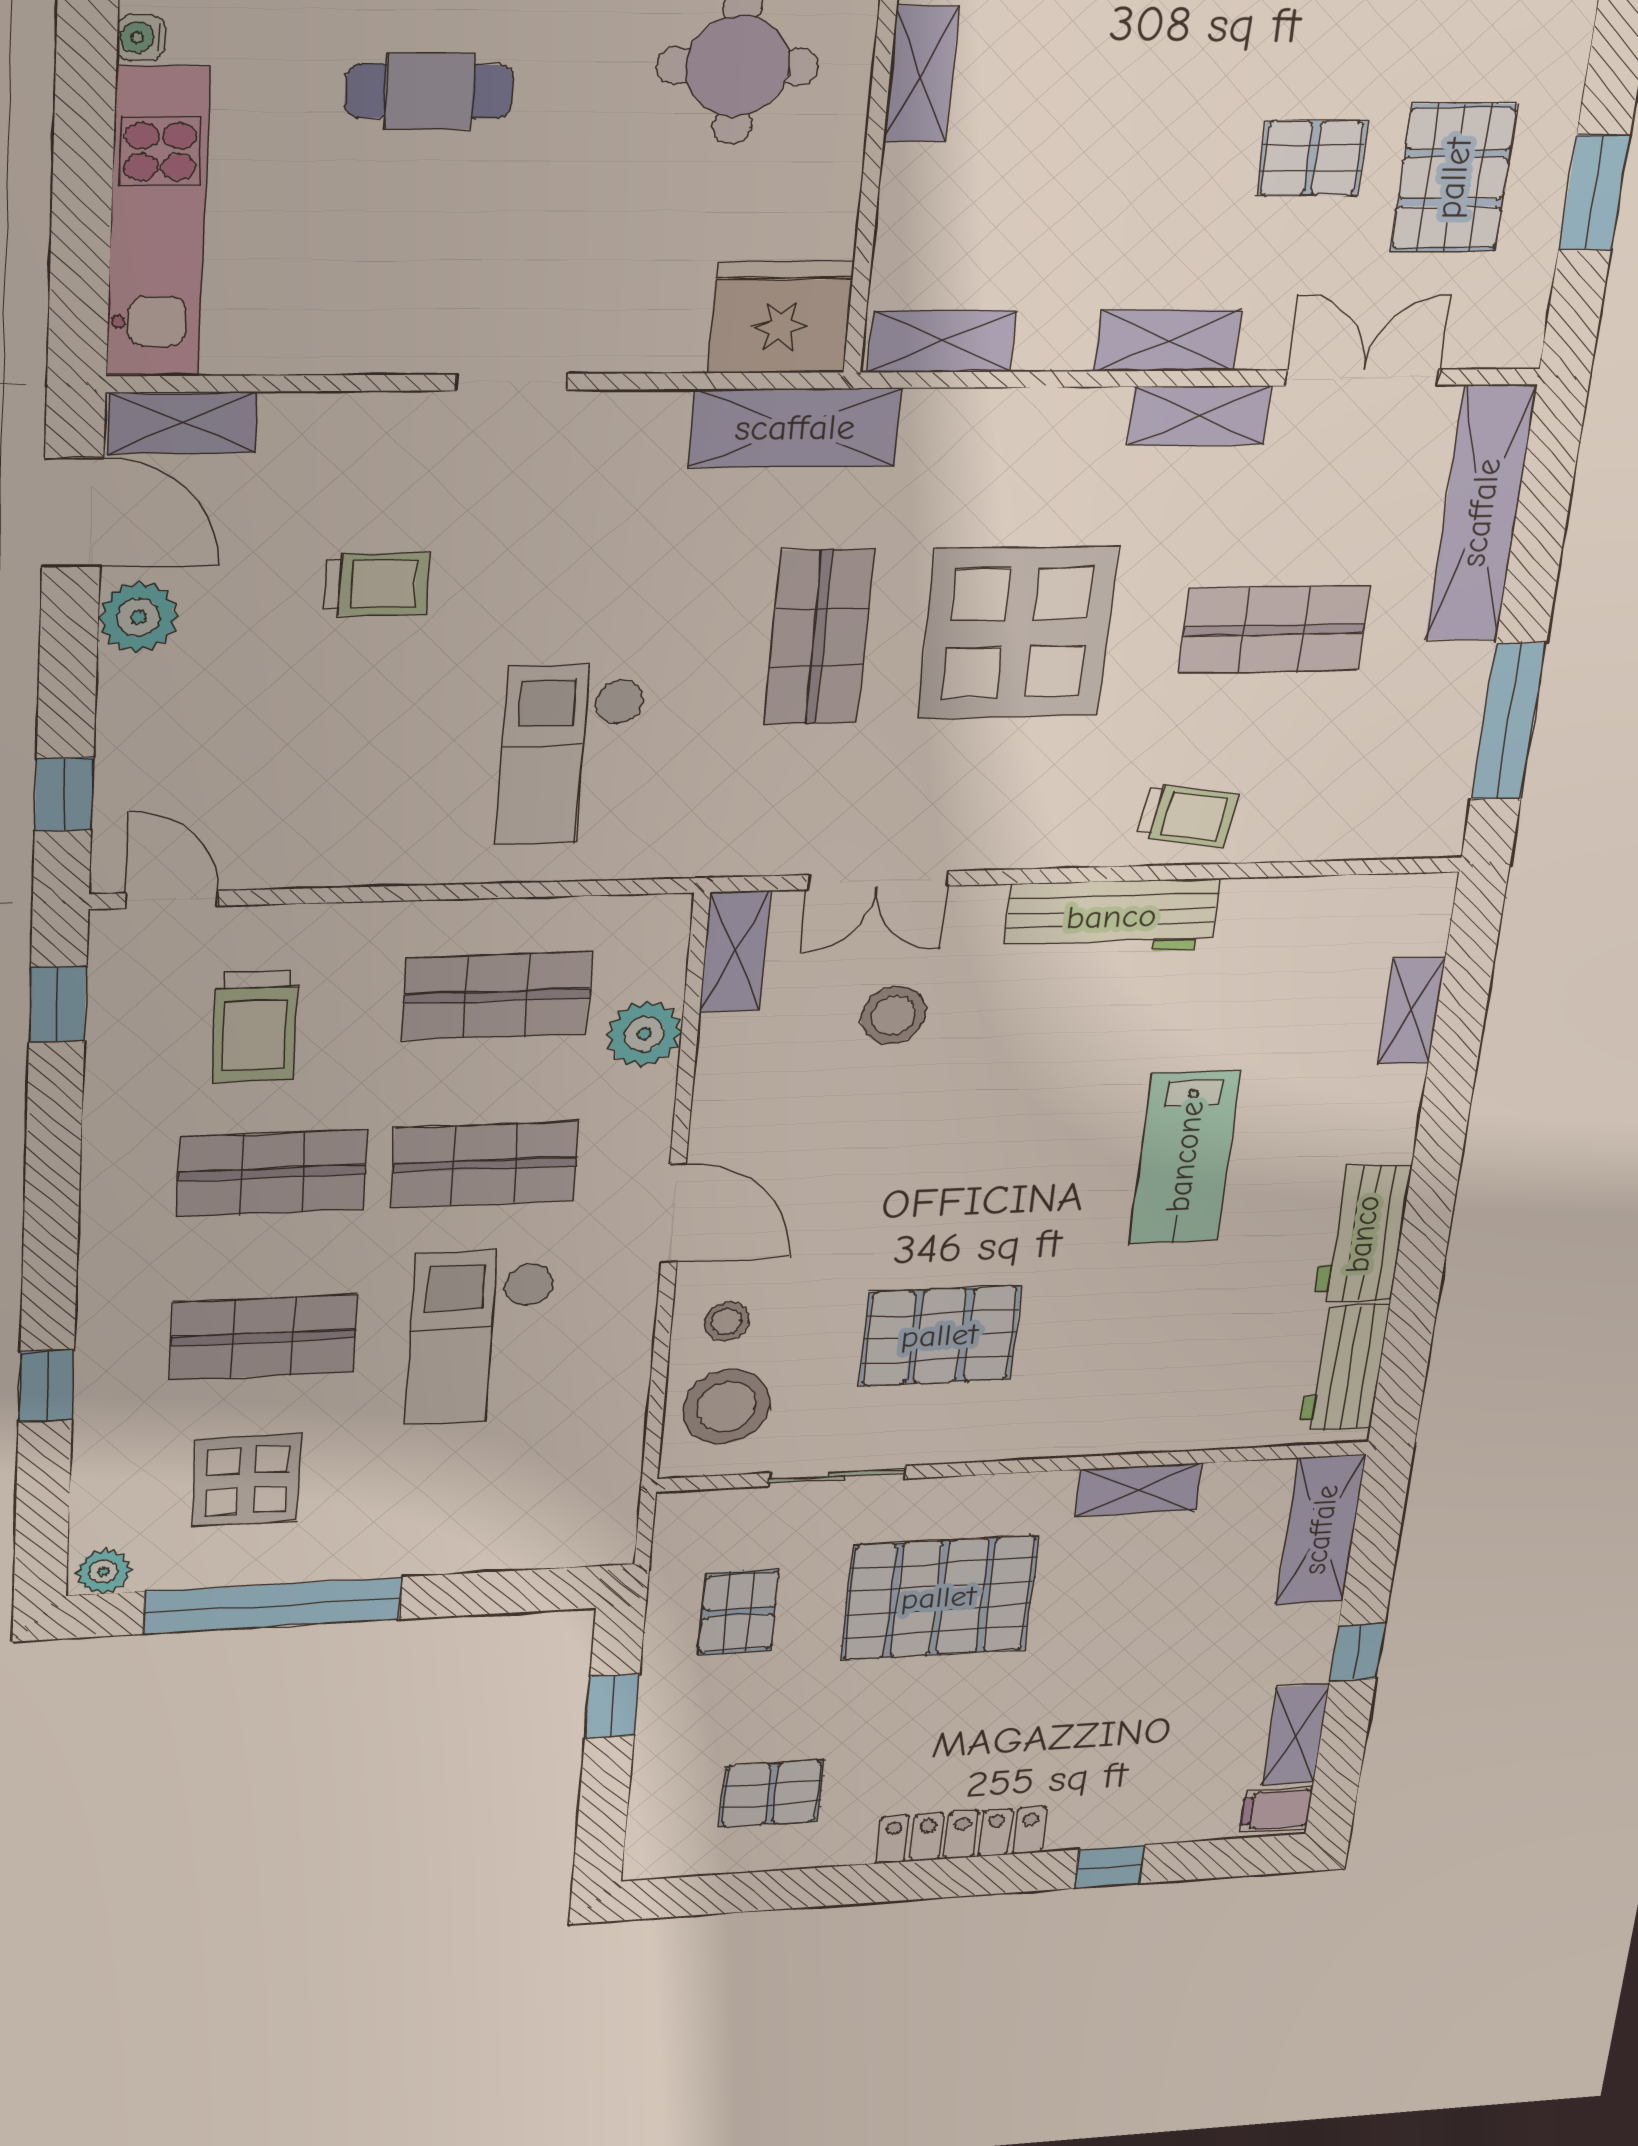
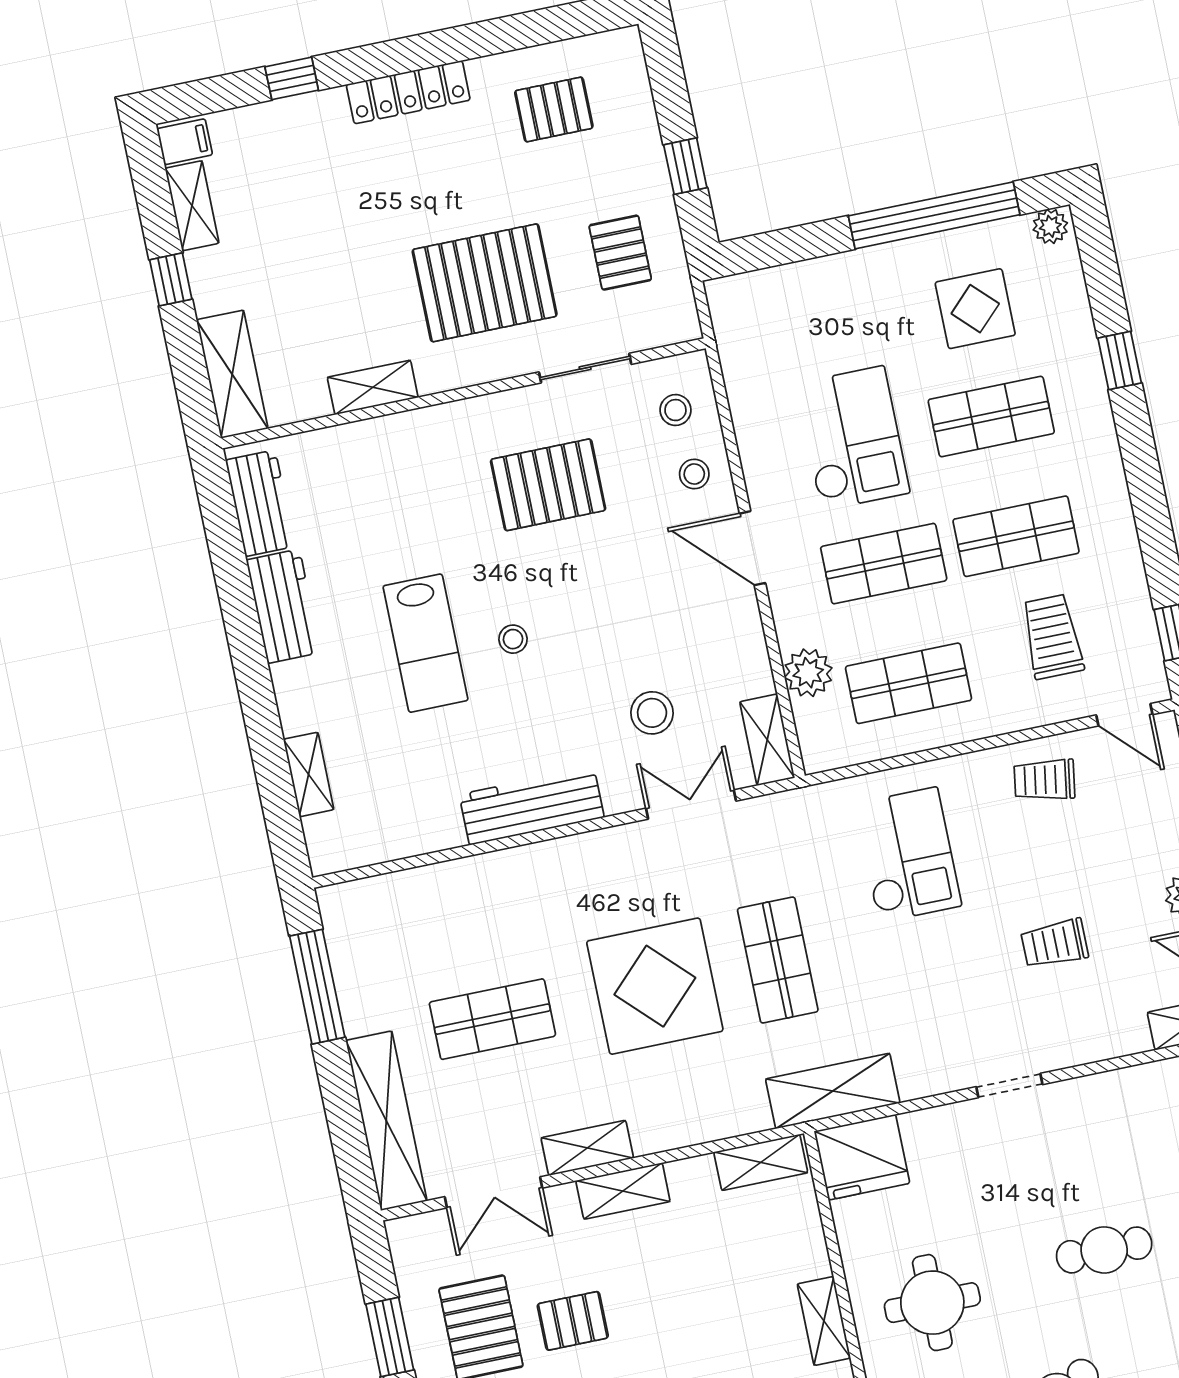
trolley: (1188, 816) -> (1044, 780), moved
stool: (1060, 1144) -> (513, 639), added
lab bench: (1185, 1157) -> (425, 643), turned 180
stool: (726, 1407) -> (675, 410), width x0.53, depth x0.53

